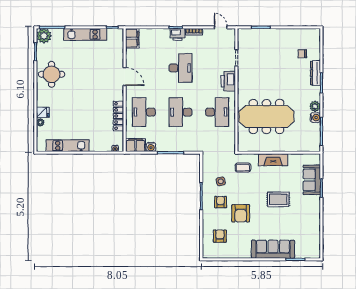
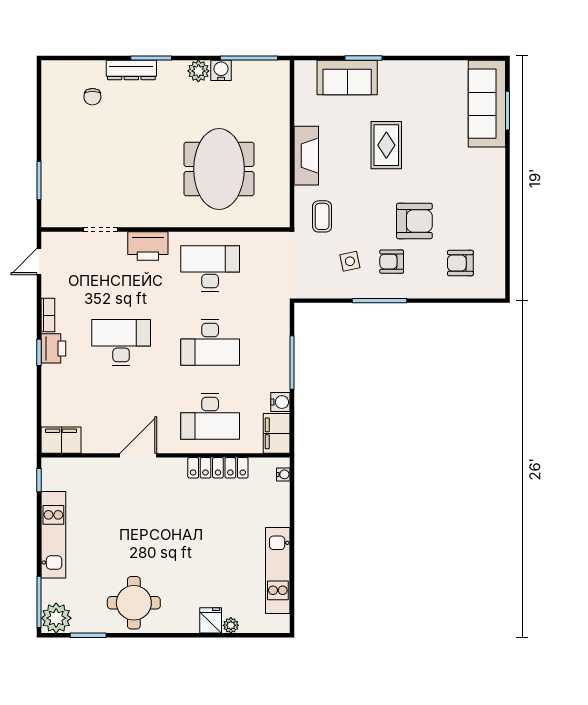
meeting table: (266, 116) -> (219, 169), width x0.73
sofa: (273, 249) -> (487, 104), moved

